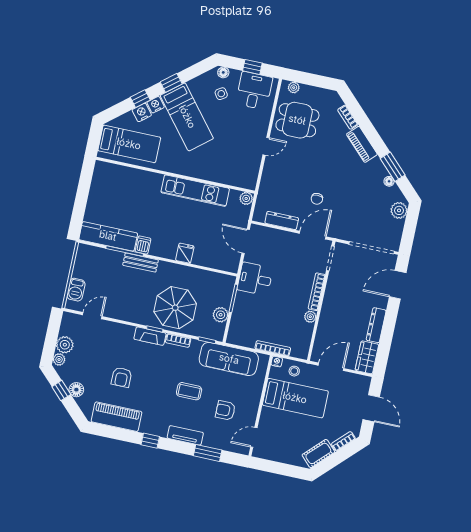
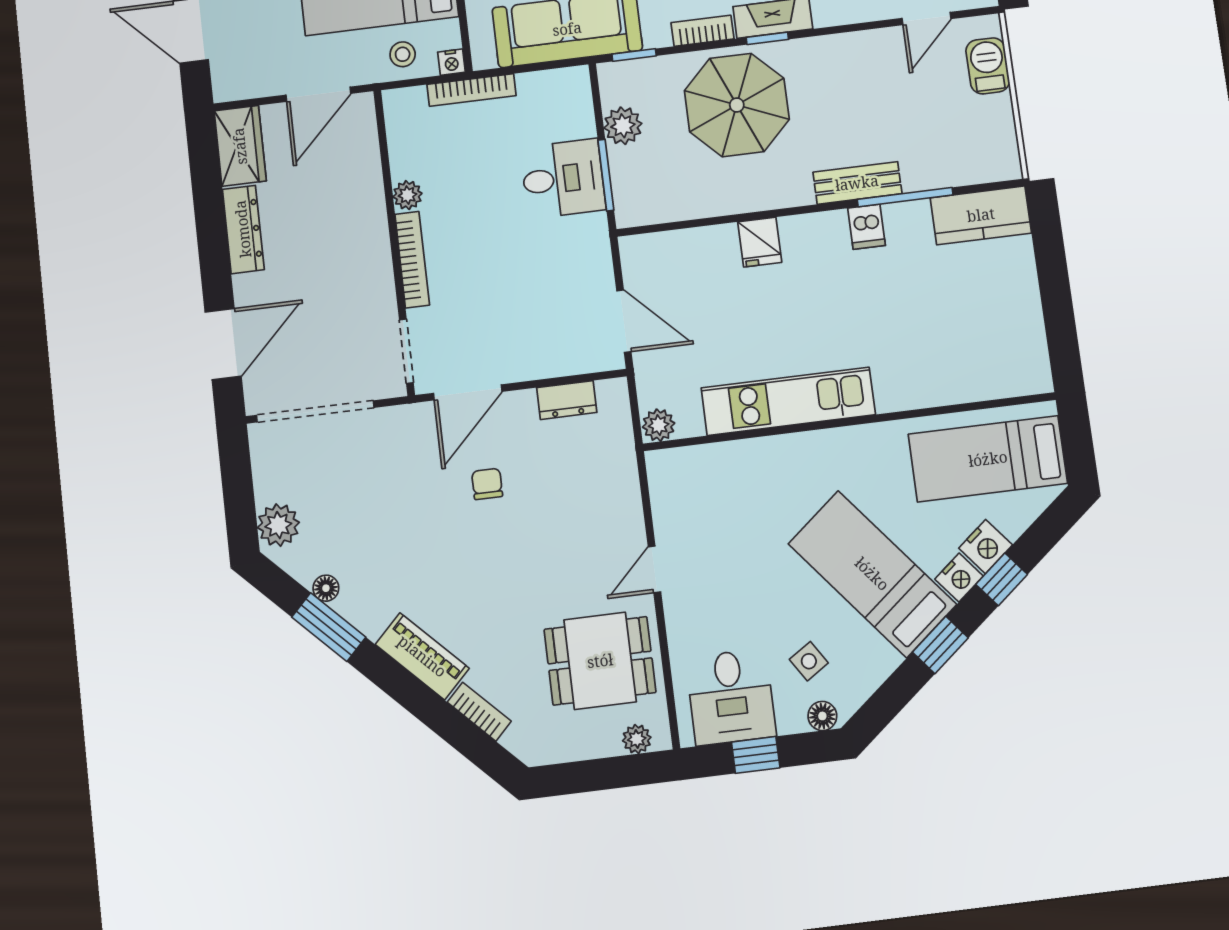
dresser: (282, 220) -> (567, 400), width x0.70
kitchen counter: (108, 236) -> (981, 215), width x0.67
desk: (255, 279) -> (563, 179), moved

